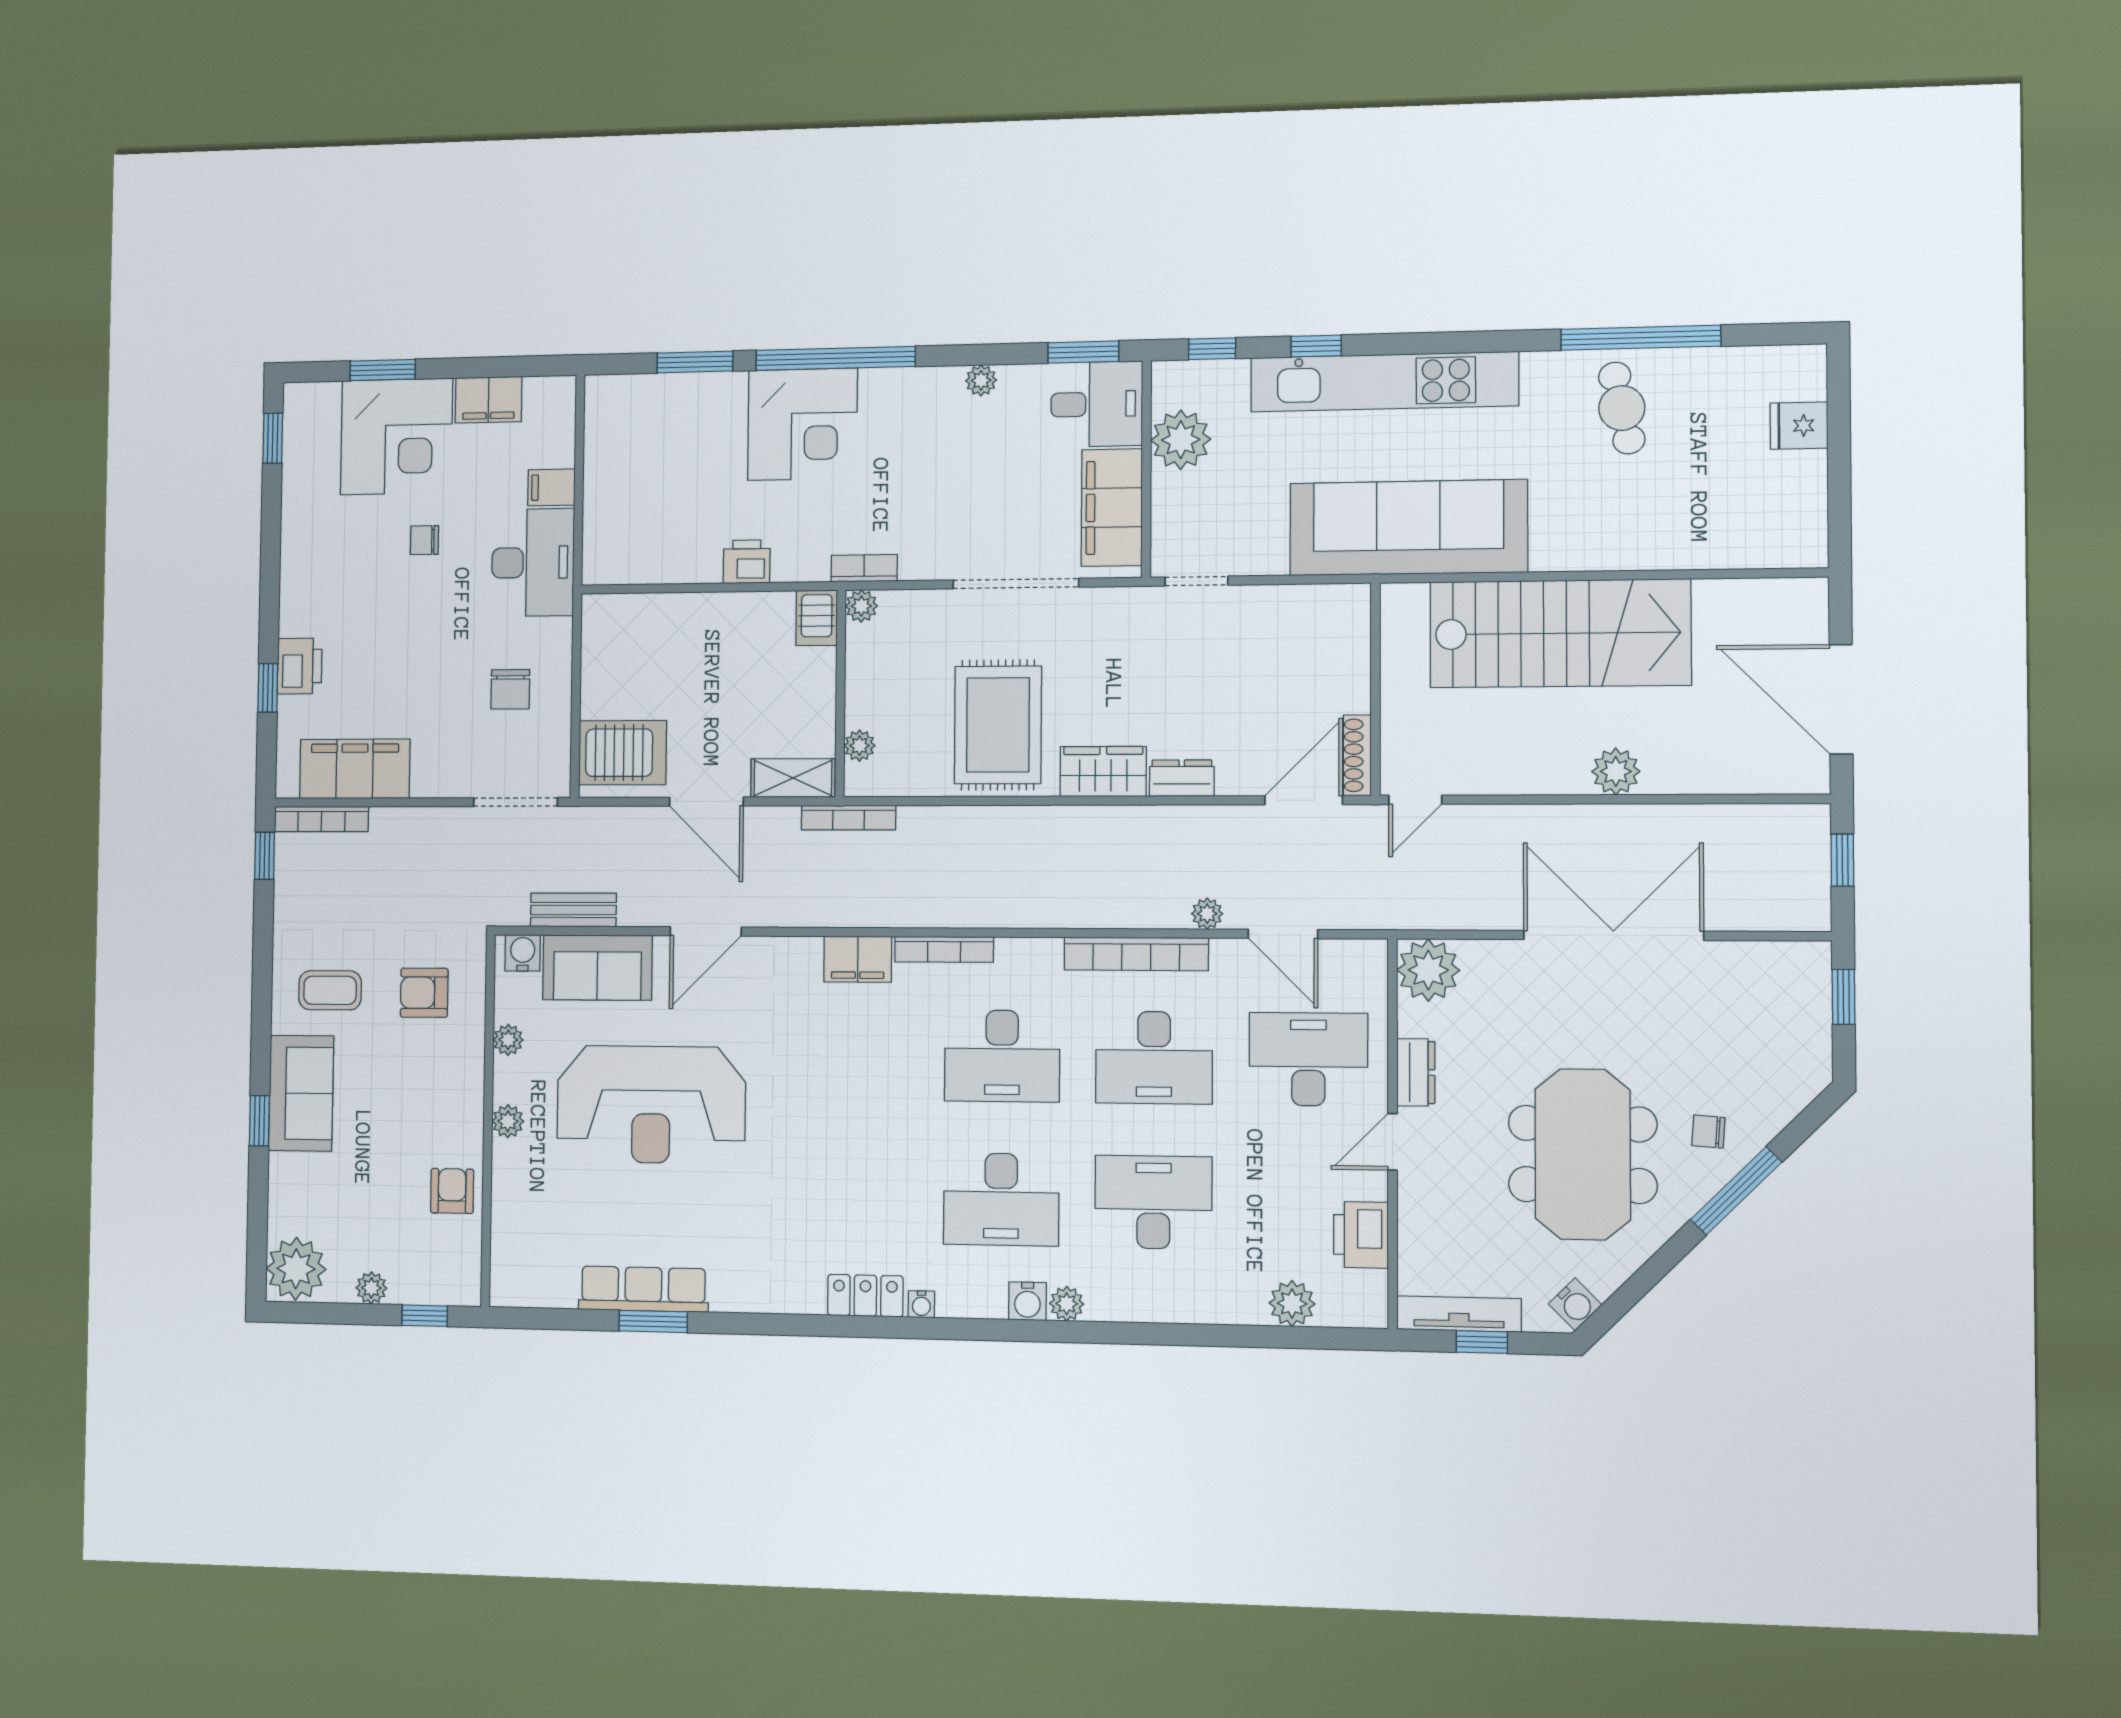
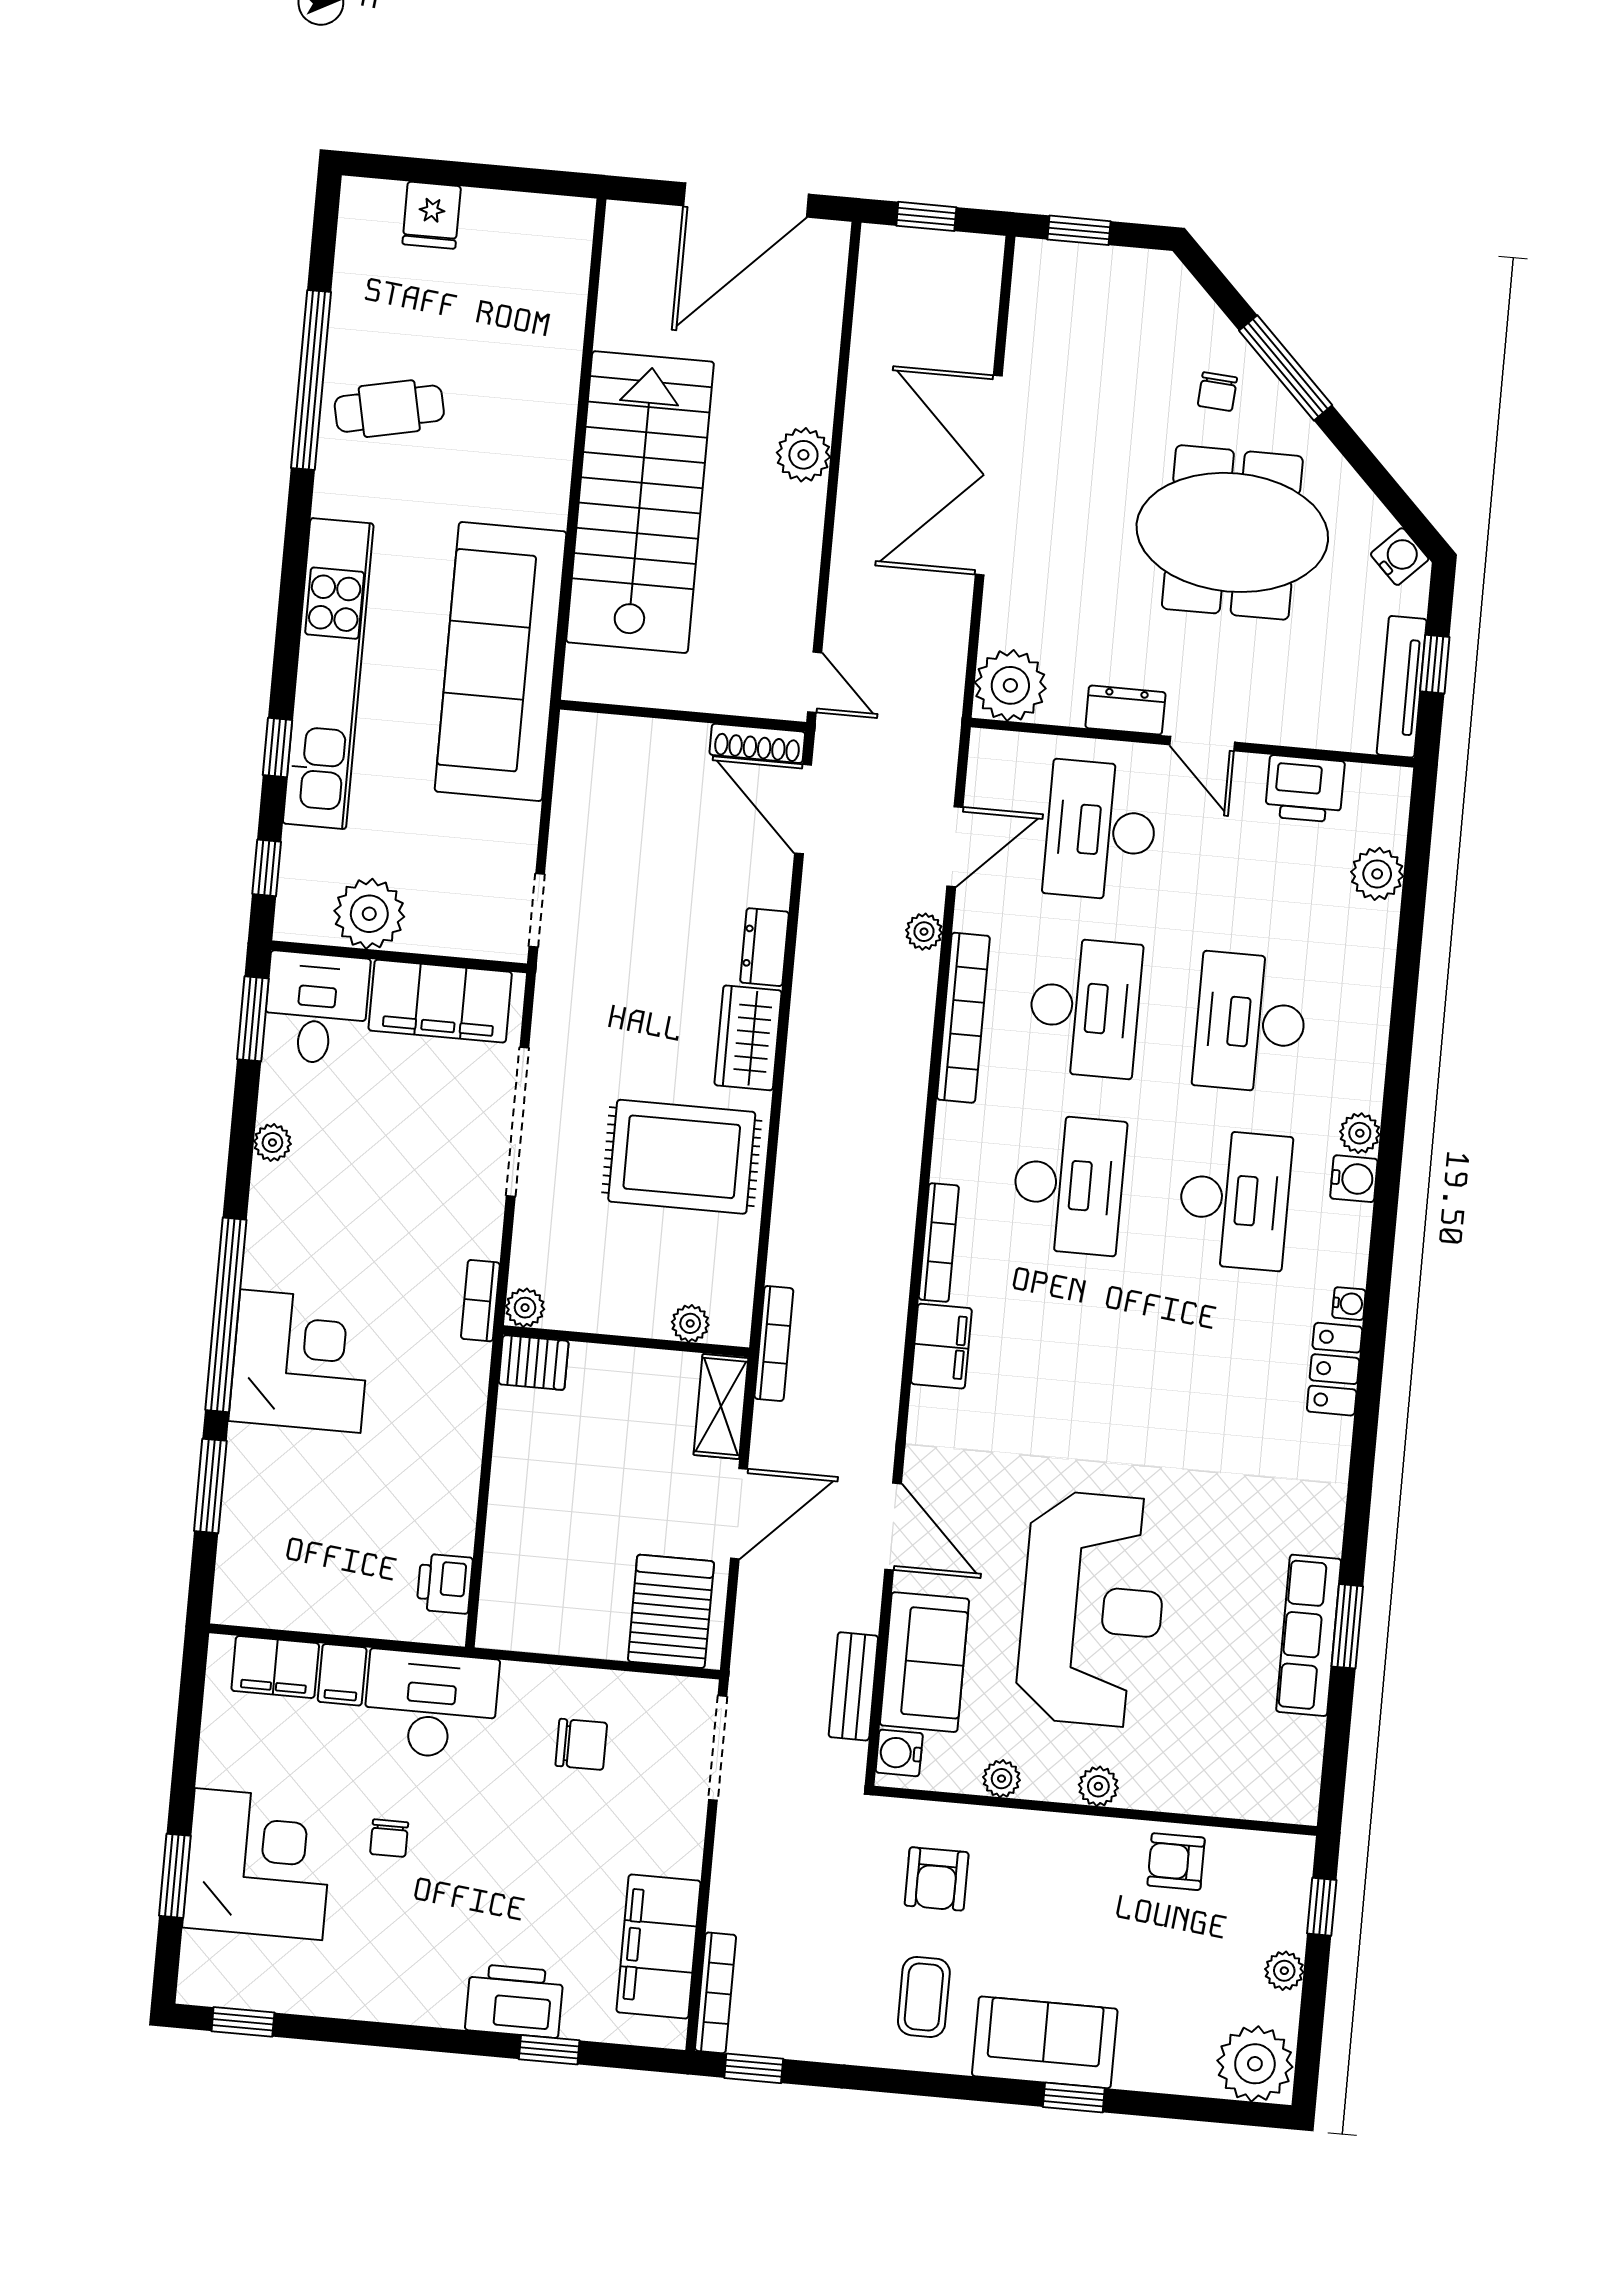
filing cabinet: (489, 400) -> (275, 1667), moved, turned 90
printer: (747, 562) -> (445, 1584), moved
printer: (300, 666) -> (514, 2001), width x1.37, depth x1.19

